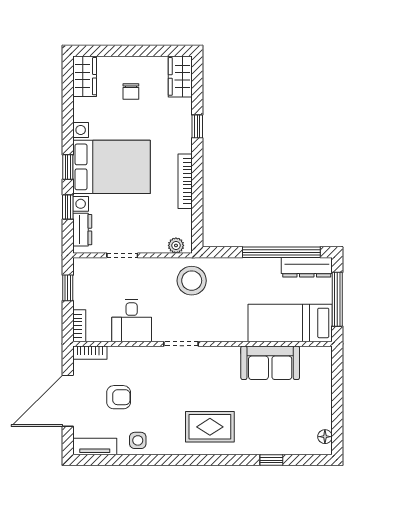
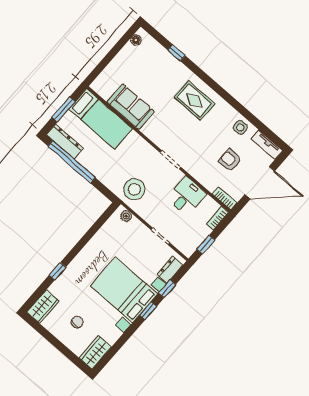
bookcase: (185, 181) -> (90, 247), removed
window: (337, 299) -> (64, 109), width x0.69

